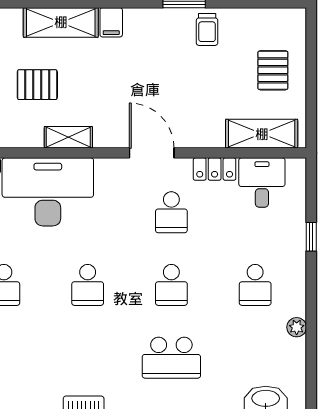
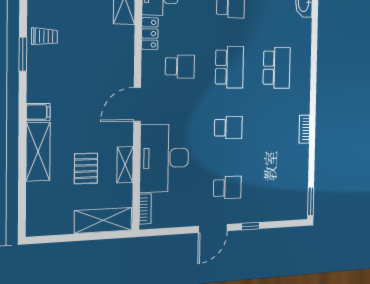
shelving: (68, 137) -> (125, 165), moved
door: (152, 153) -> (137, 104), moved
school desk: (171, 285) -> (229, 67), width x1.85

